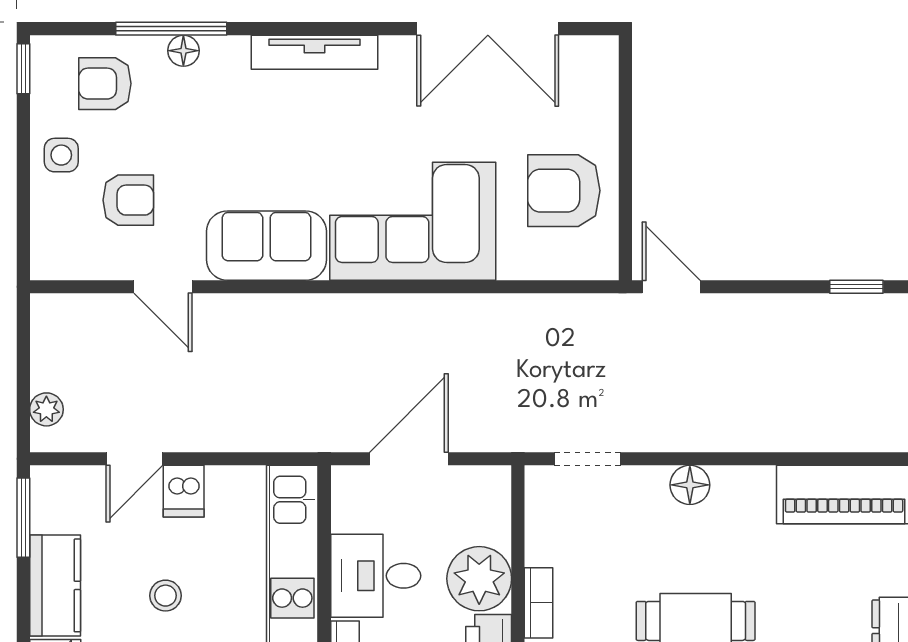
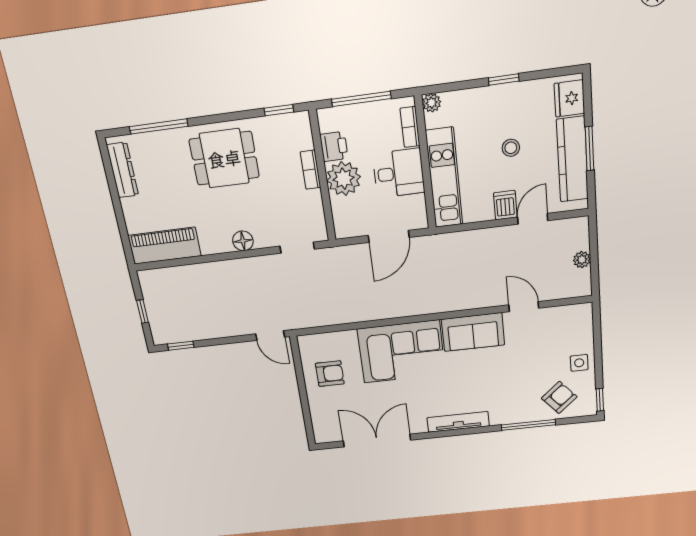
floor lamp: (183, 51) -> (522, 416), removed
armchair: (105, 84) -> (559, 397), turned -41
armchair: (564, 191) -> (330, 374), width x0.72, depth x0.72
armchair: (128, 200) -> (544, 346), removed
plant: (46, 409) -> (582, 260), moved
window: (23, 518) -> (590, 149), moved
kitchen counter: (55, 585) -> (572, 159), width x1.50

